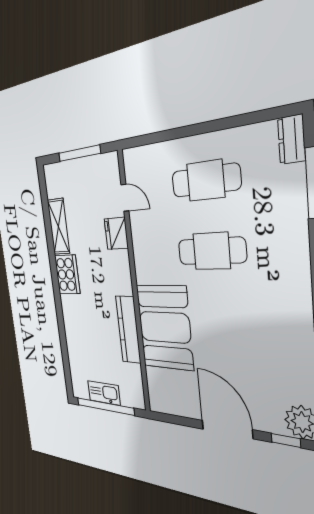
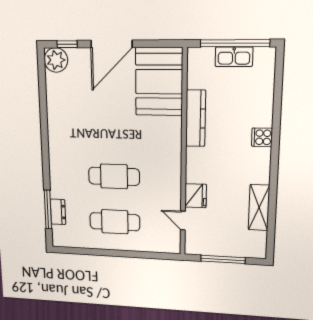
dresser: (291, 139) -> (58, 212), moved
cooker: (67, 274) -> (262, 137), moved, width x0.53, depth x0.76
booth: (165, 327) -> (159, 82), moved
door: (227, 429) -> (112, 44), hinge flipped

